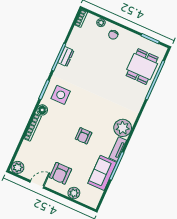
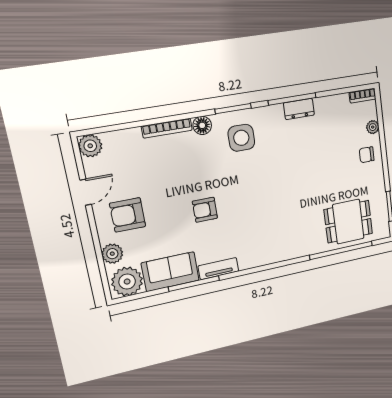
plant: (123, 128) -> (127, 282), moved
door: (37, 184) -> (86, 192), hinge flipped

